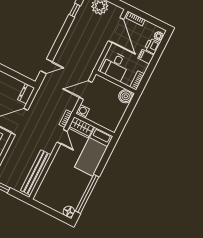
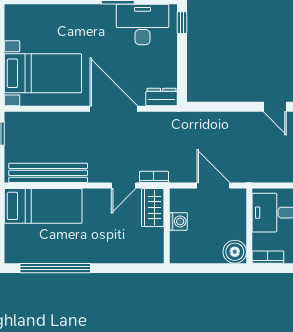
door: (46, 66) -> (275, 107), moved
washing machine: (83, 111) -> (178, 221), moved
bed: (94, 152) -> (43, 206), moved, turned 180
floor lamp: (69, 212) -> (14, 254), removed

